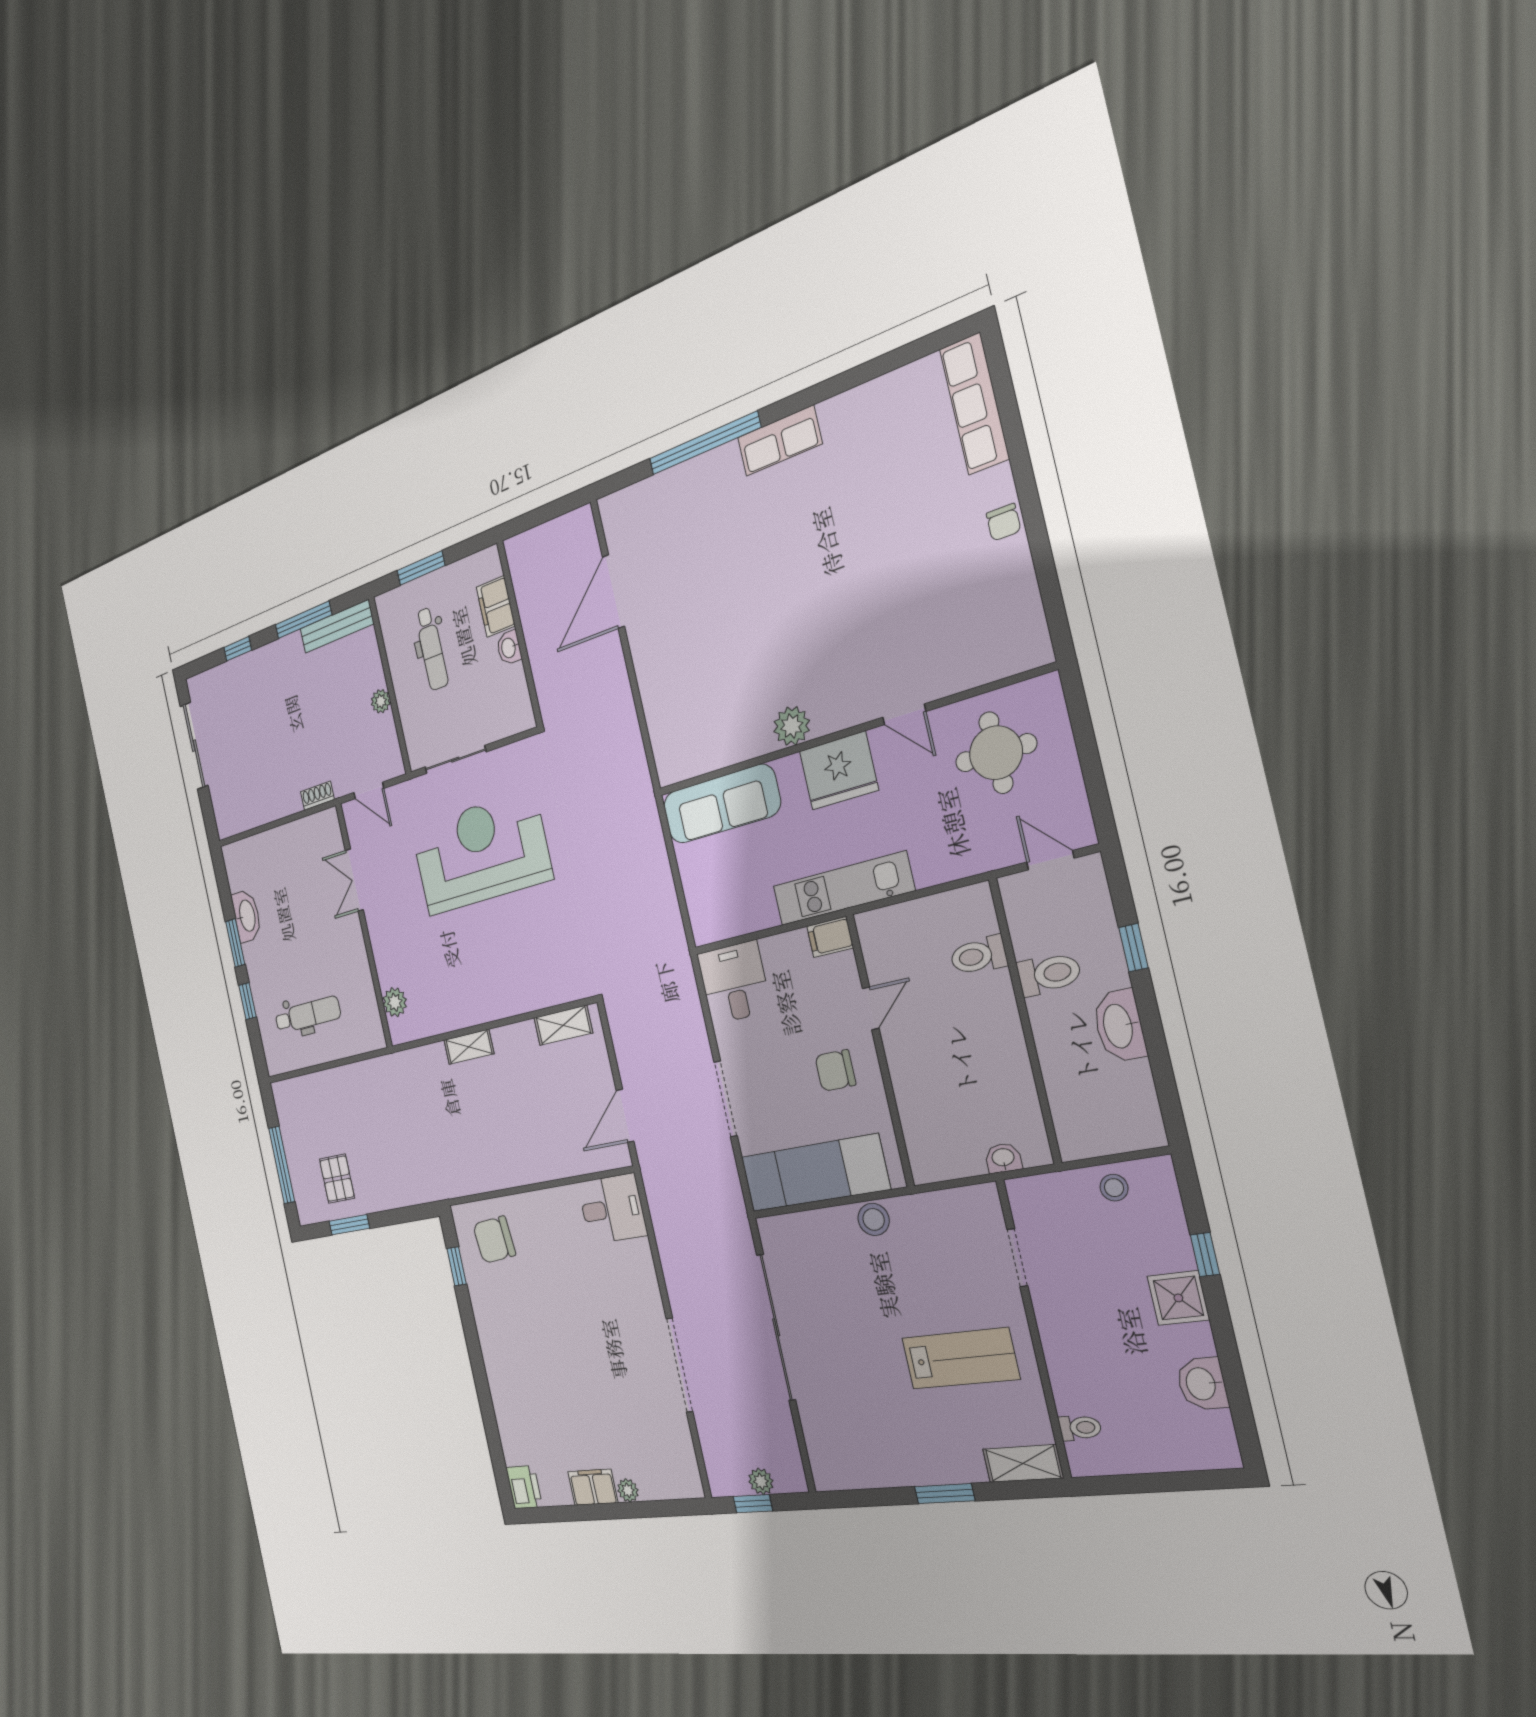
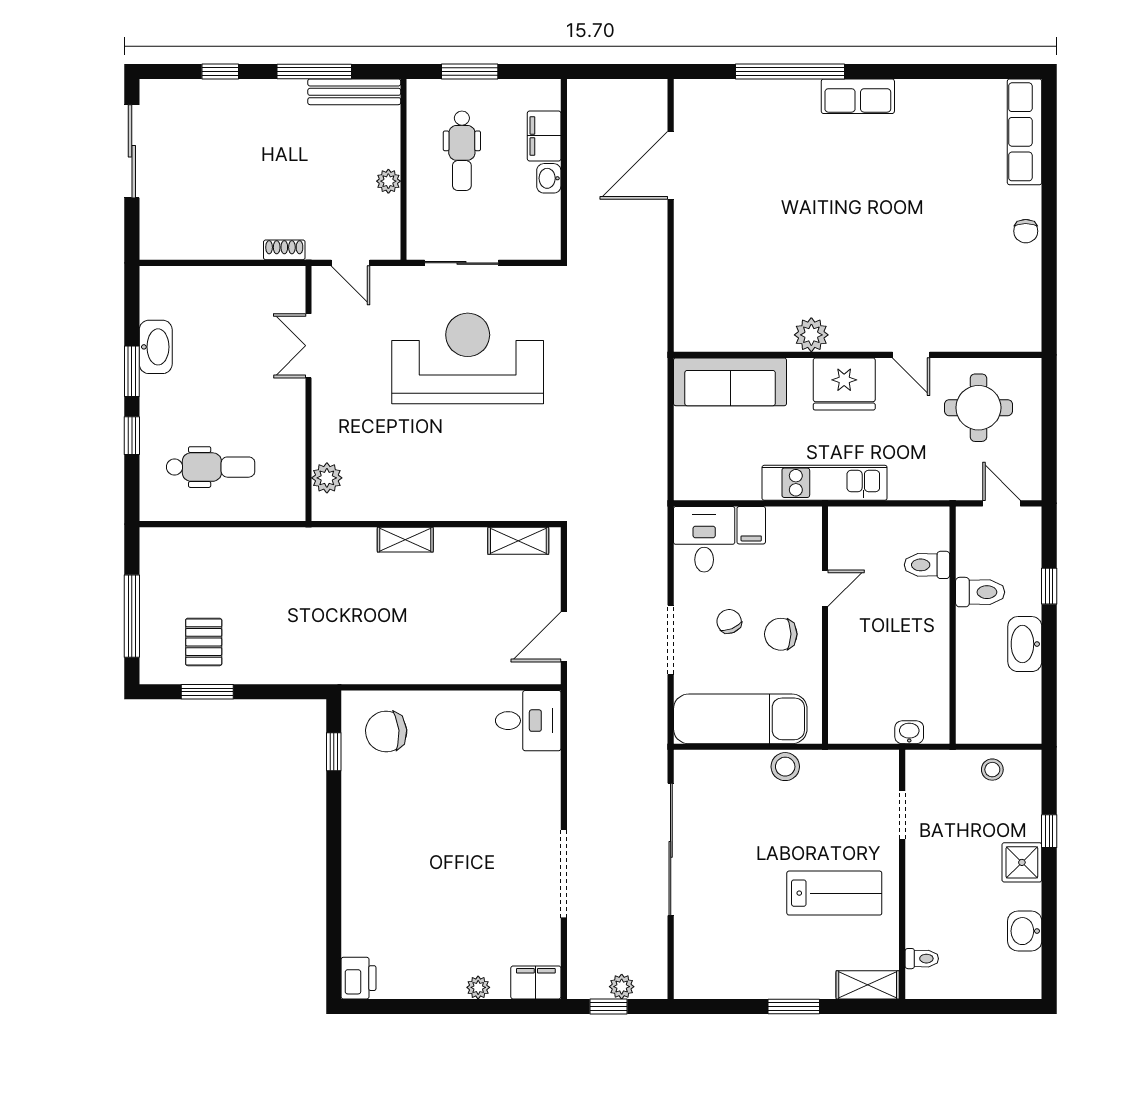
filing cabinet: (830, 937) -> (751, 525), moved, turned -90
chair: (779, 1067) -> (729, 621), added
filing cabinet: (593, 1487) -> (536, 982), moved

